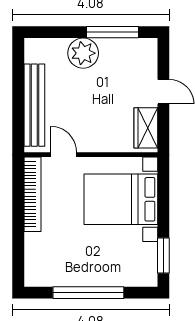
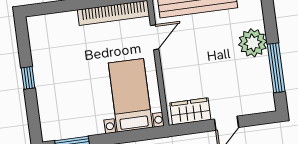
bed with nightstands: (121, 199) -> (130, 95), width x0.73
window: (88, 293) -> (28, 78), width x0.32

